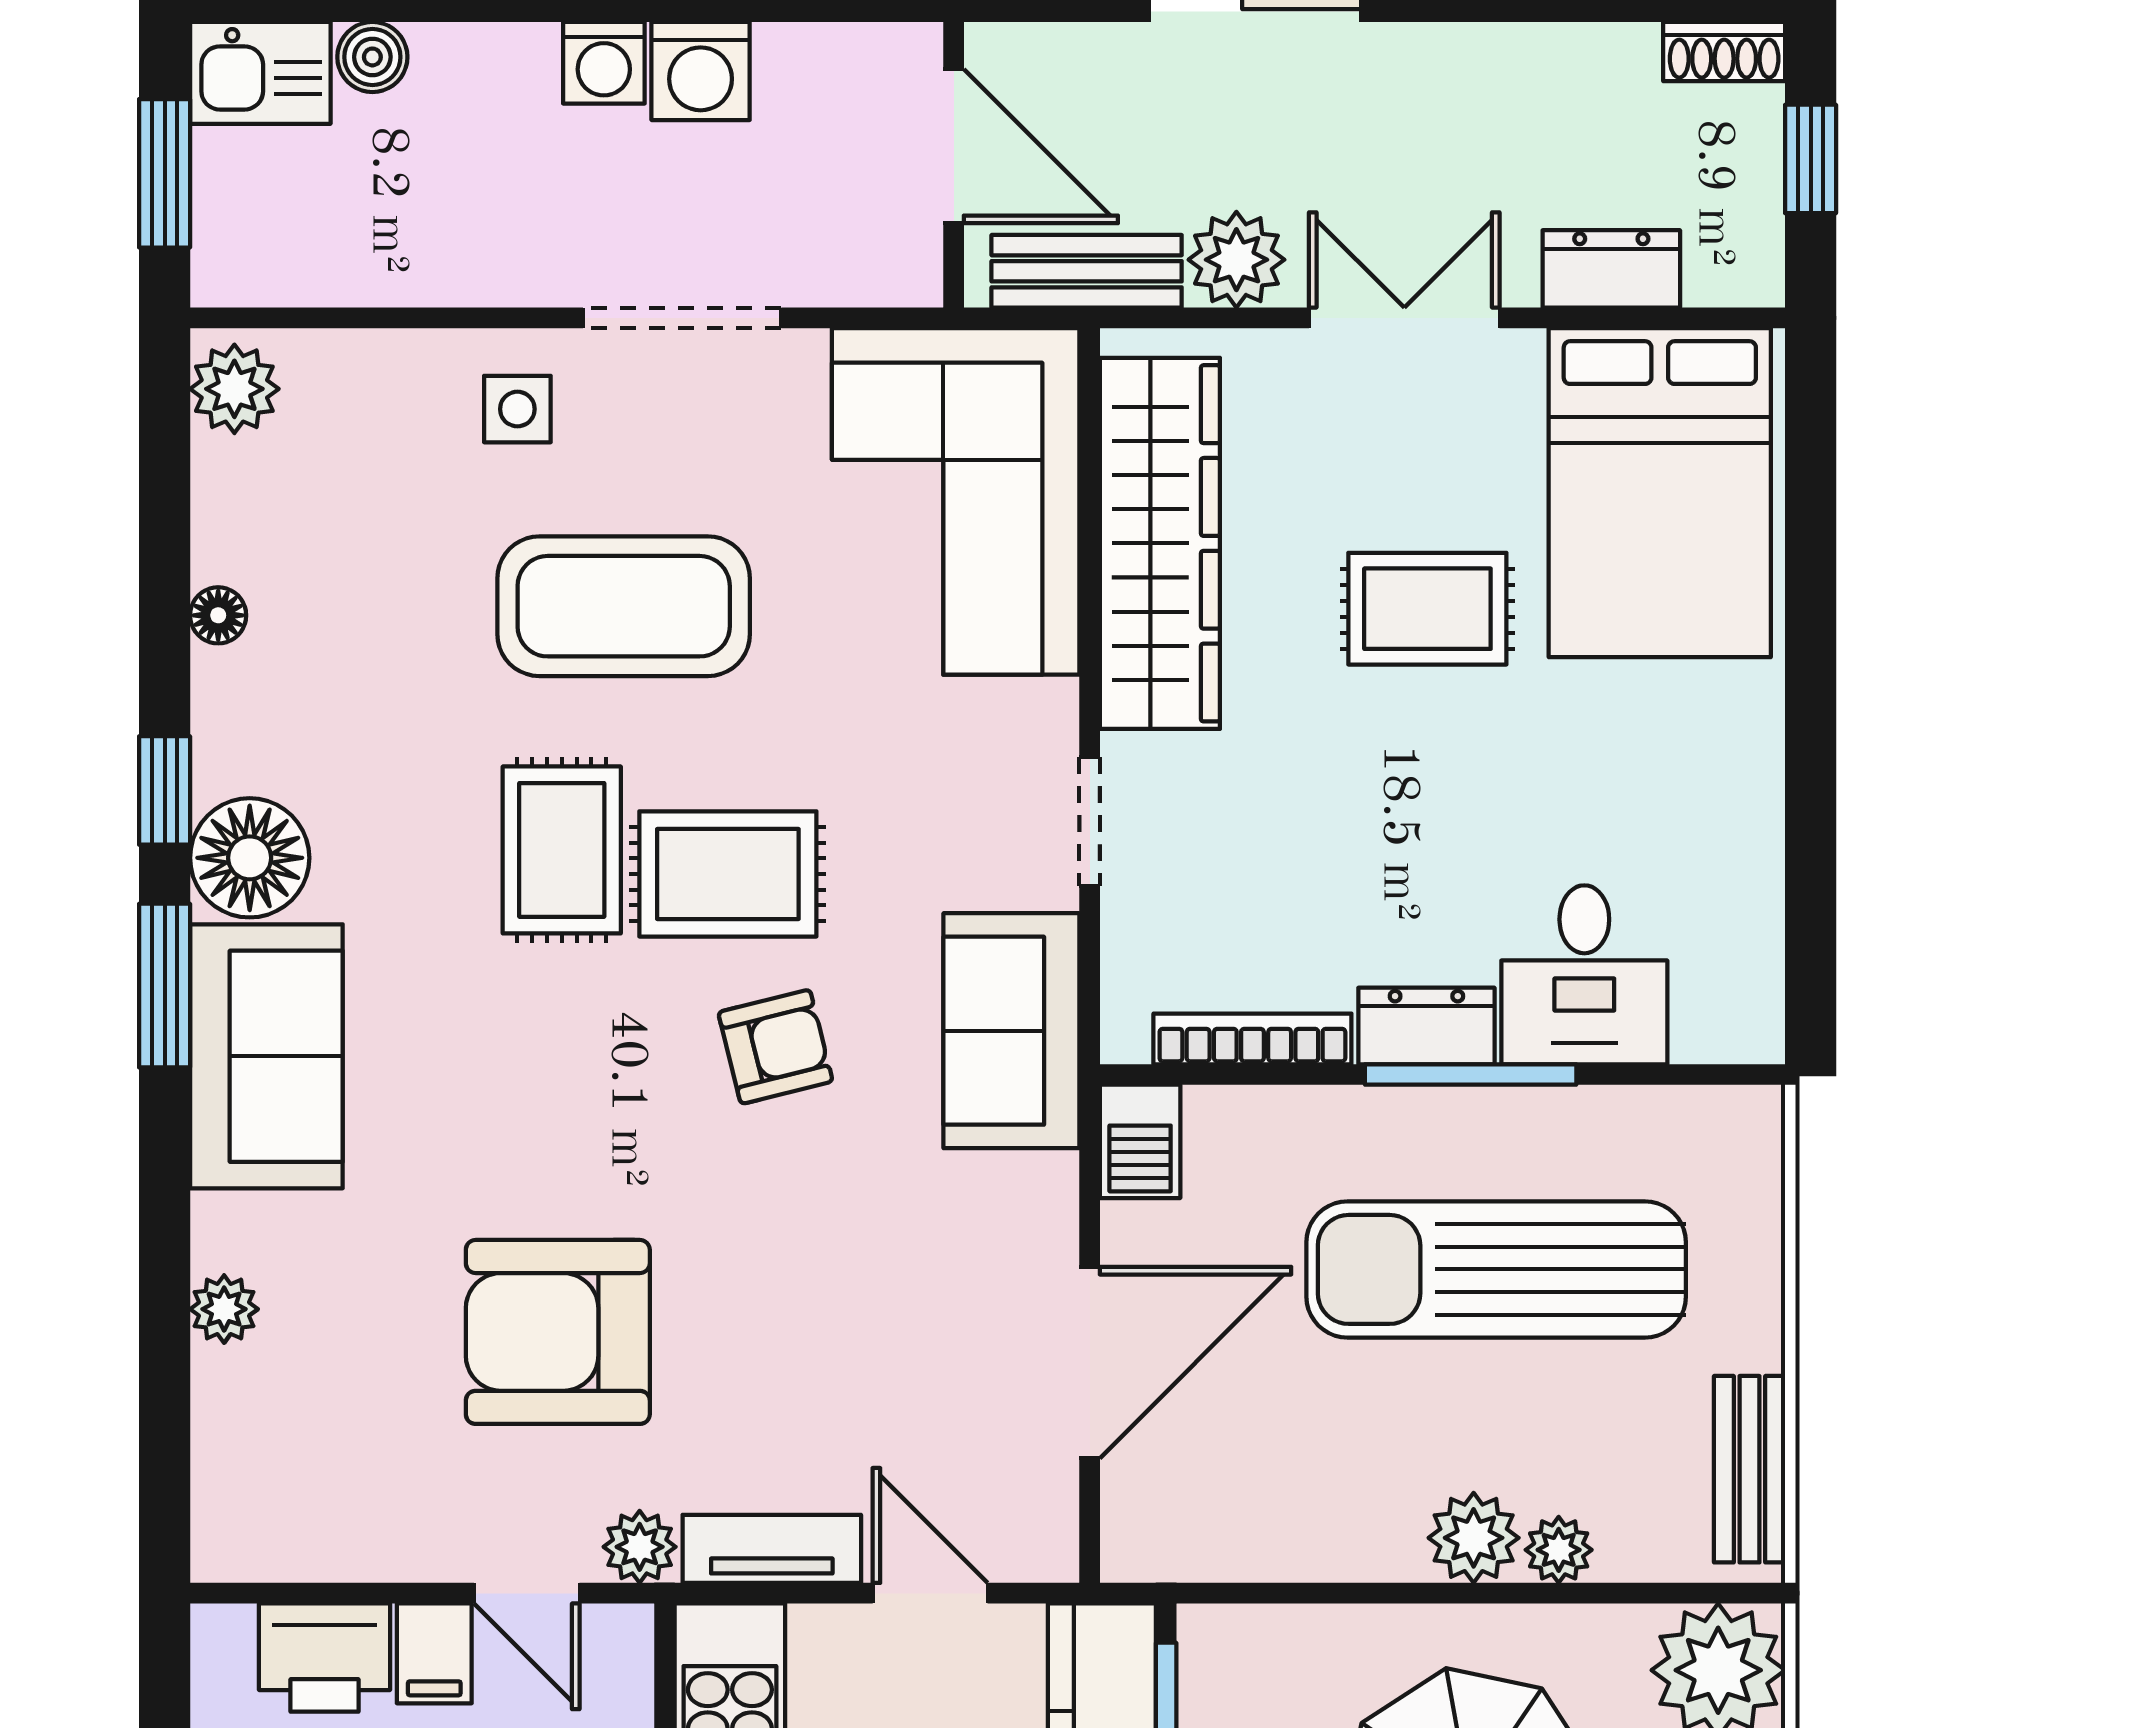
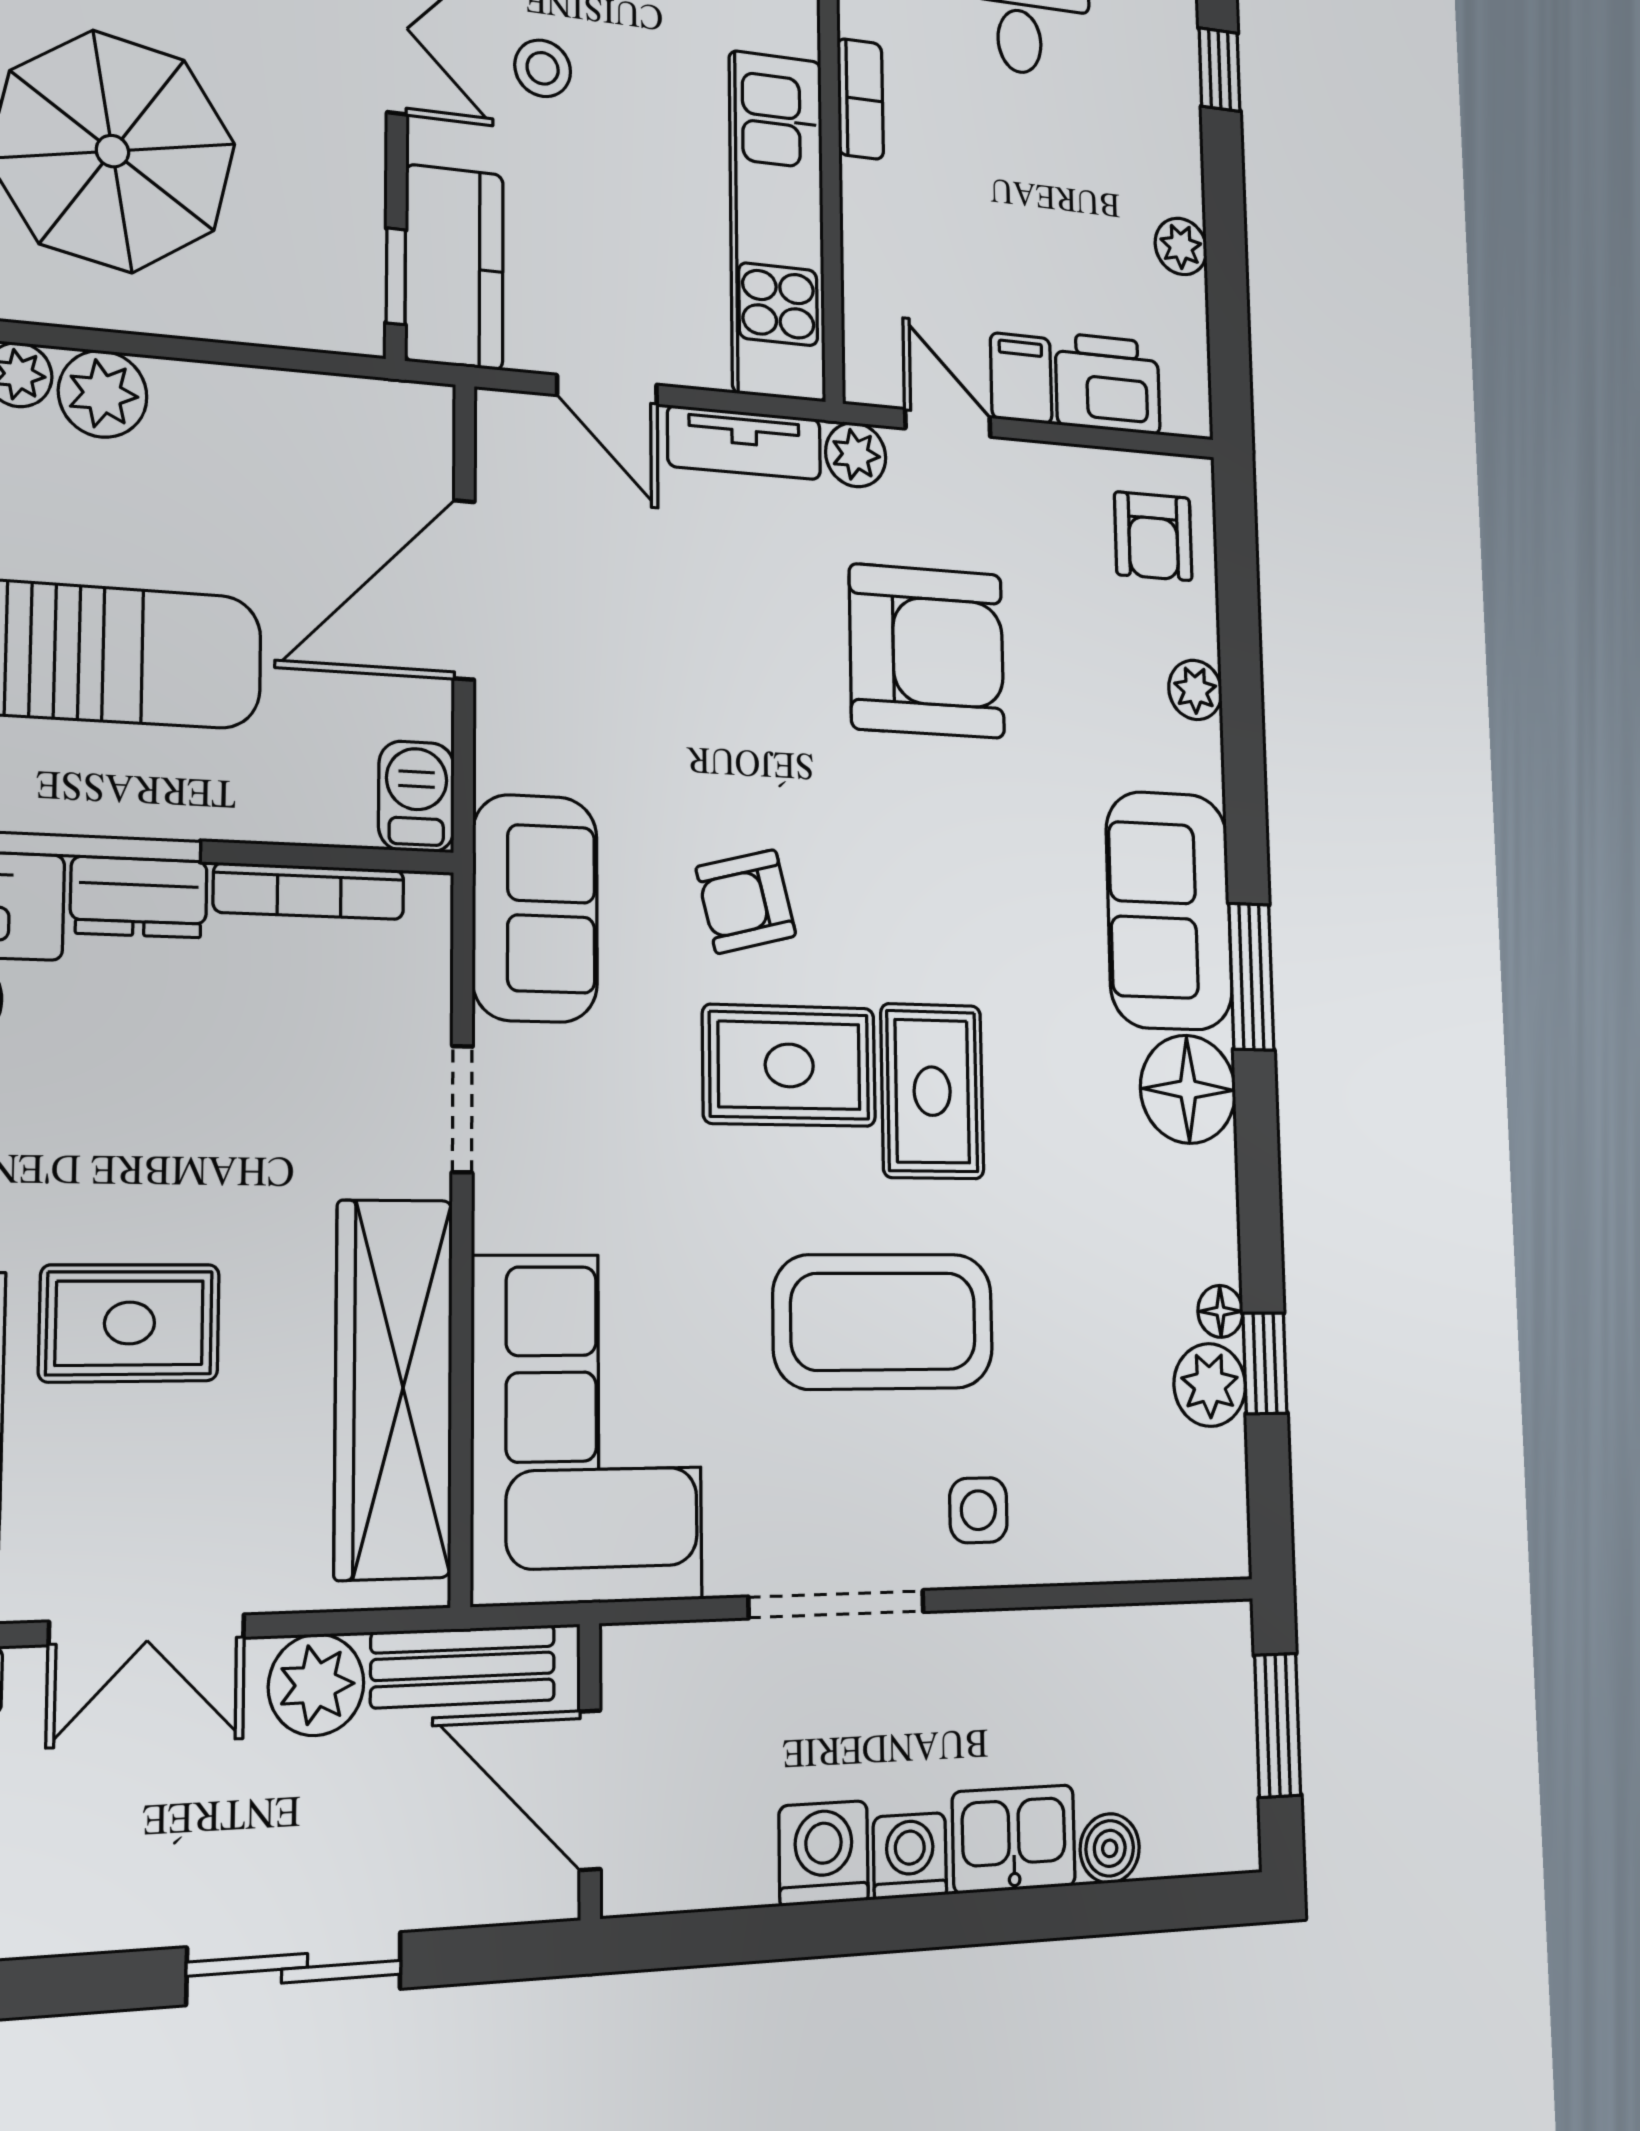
kitchen sink: (260, 73) -> (1014, 1839), moved
plant: (234, 389) -> (1210, 1385), moved
window: (165, 790) -> (1265, 1363), moved
armchair: (272, 1484) -> (1153, 536), added

